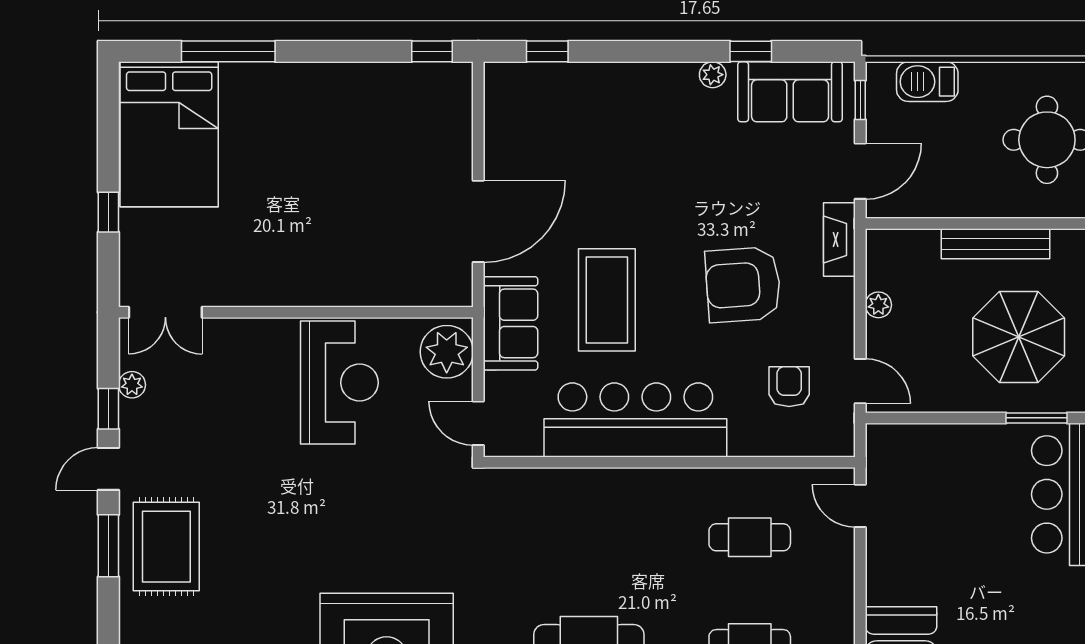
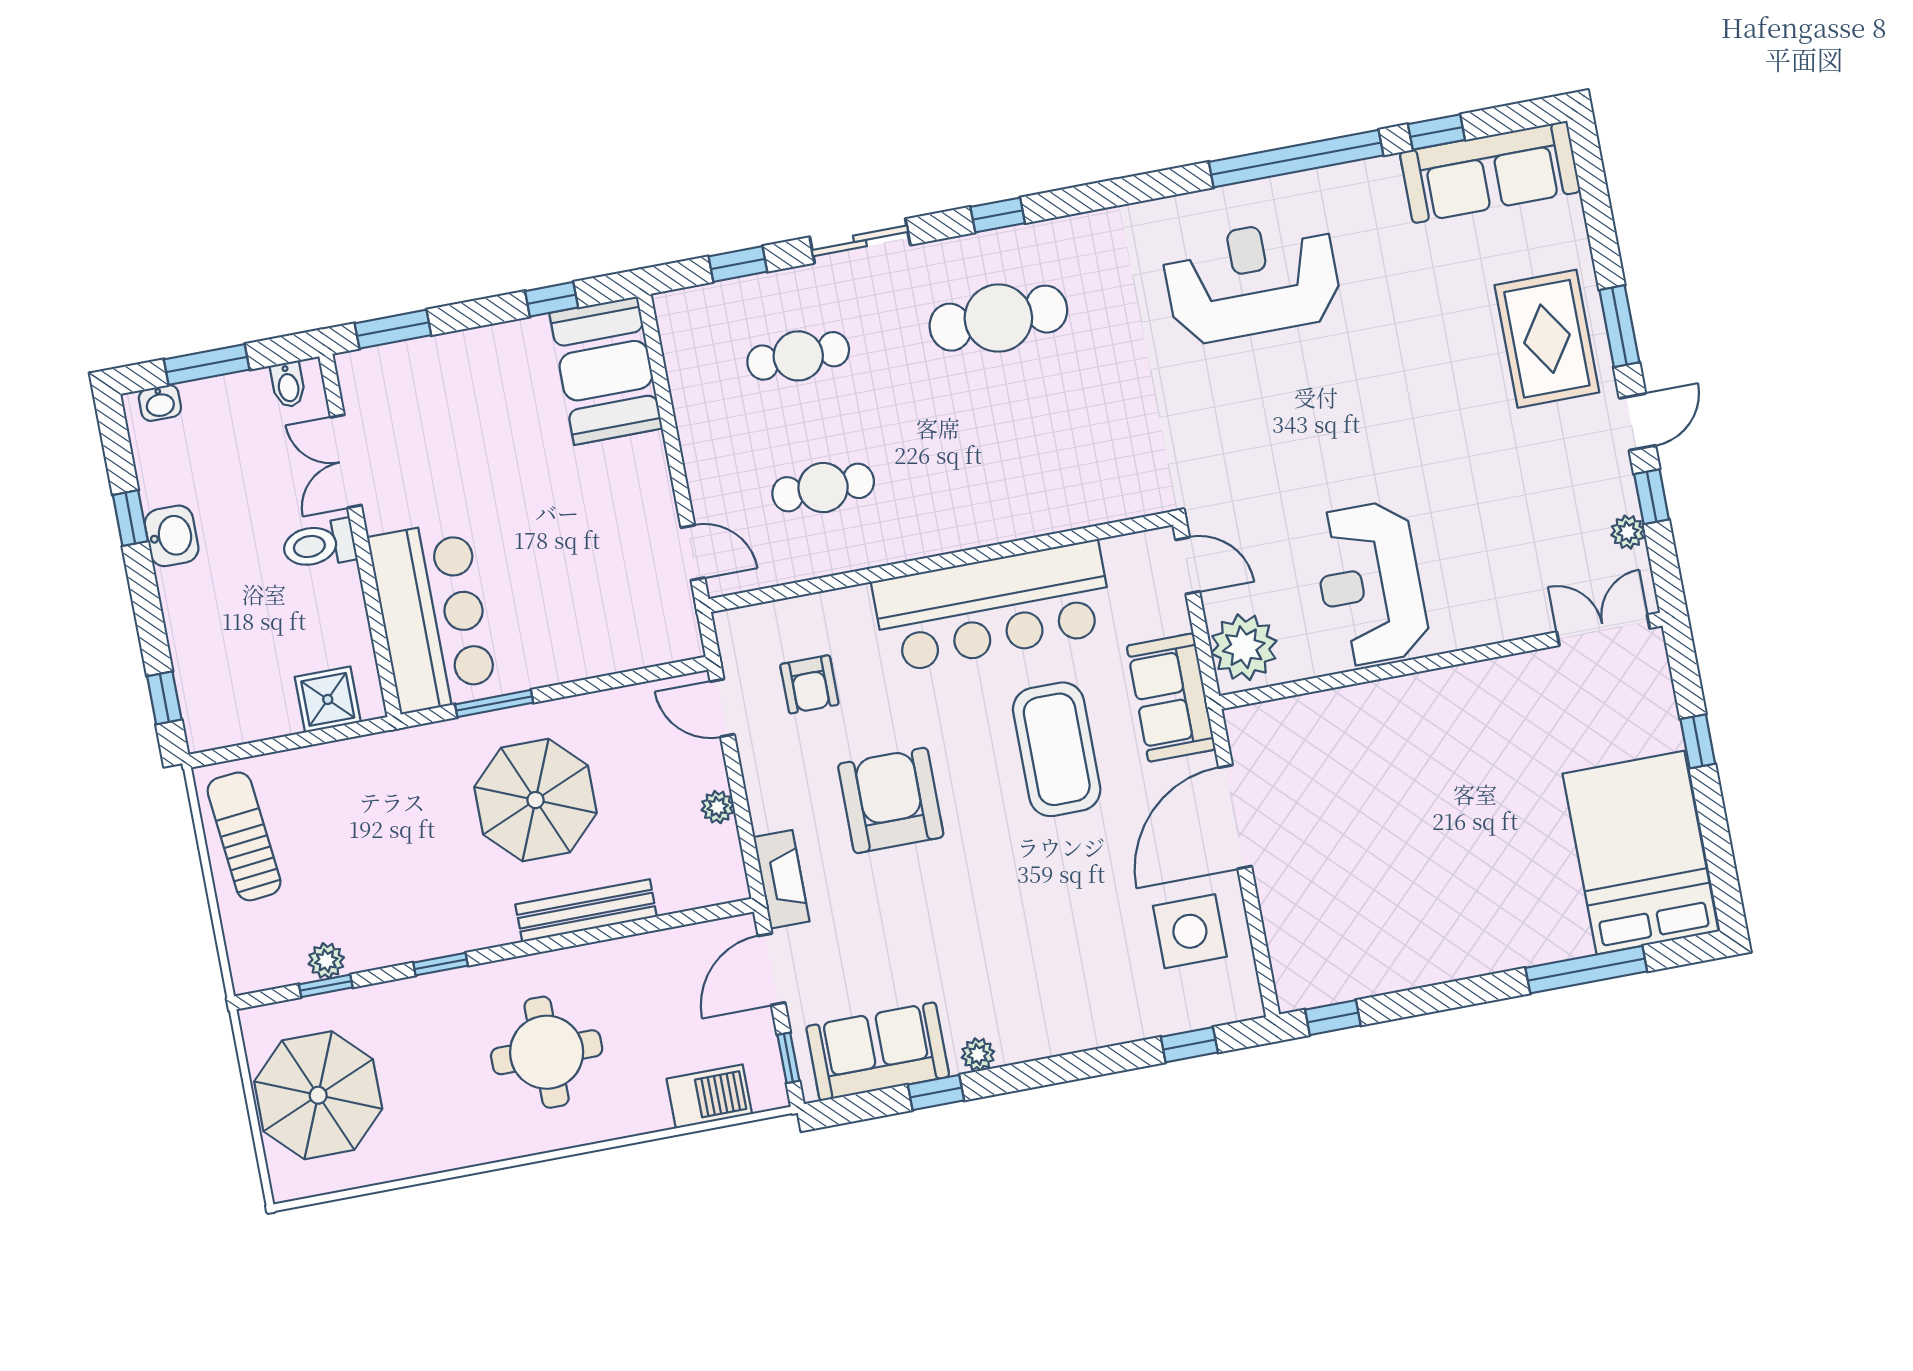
side table: (530, 139) -> (1190, 931), added
armchair: (743, 285) -> (891, 800), turned -86

